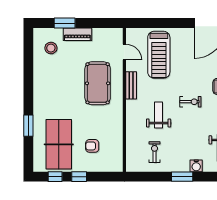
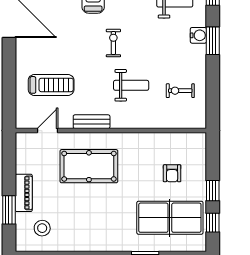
treadmill: (159, 55) -> (51, 85), width x0.73, depth x0.73
weight bench: (159, 115) -> (131, 85), turned 180
window: (182, 177) -> (213, 41), moved

